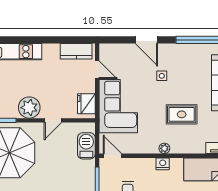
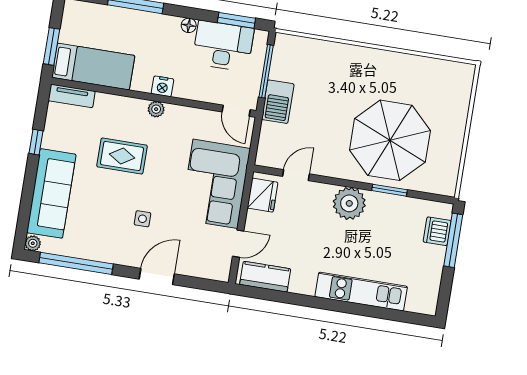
door: (146, 40) -> (157, 277), hinge flipped
door: (97, 70) -> (238, 244), swing flipped
door: (53, 120) -> (296, 175), moved
barbecue: (86, 146) -> (278, 102), moved

